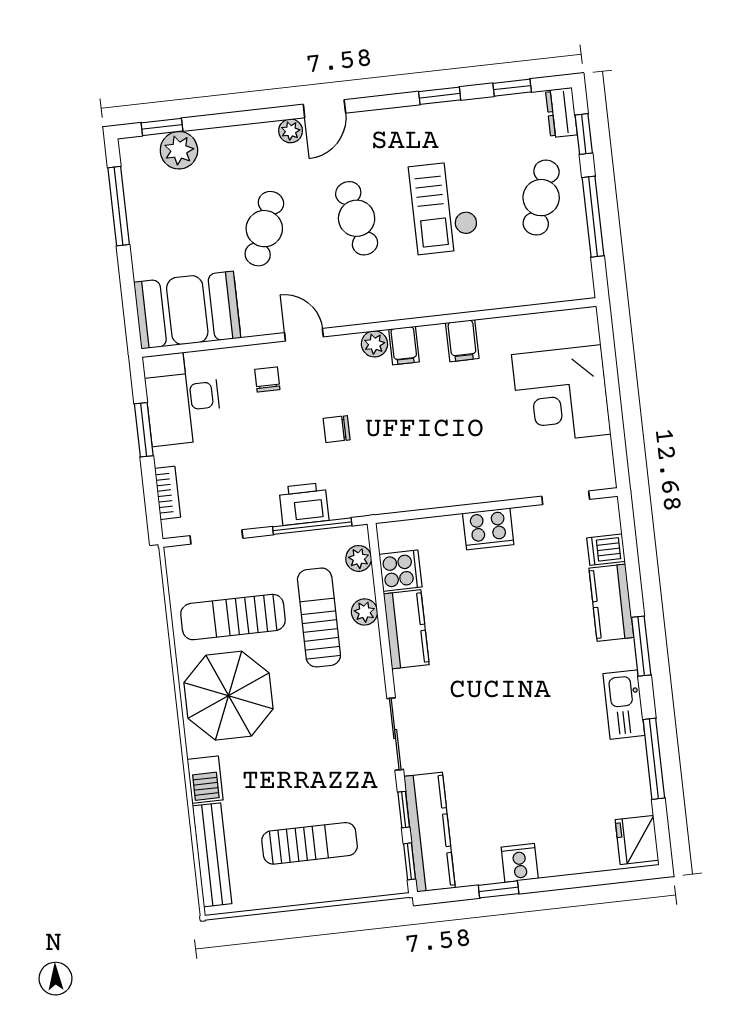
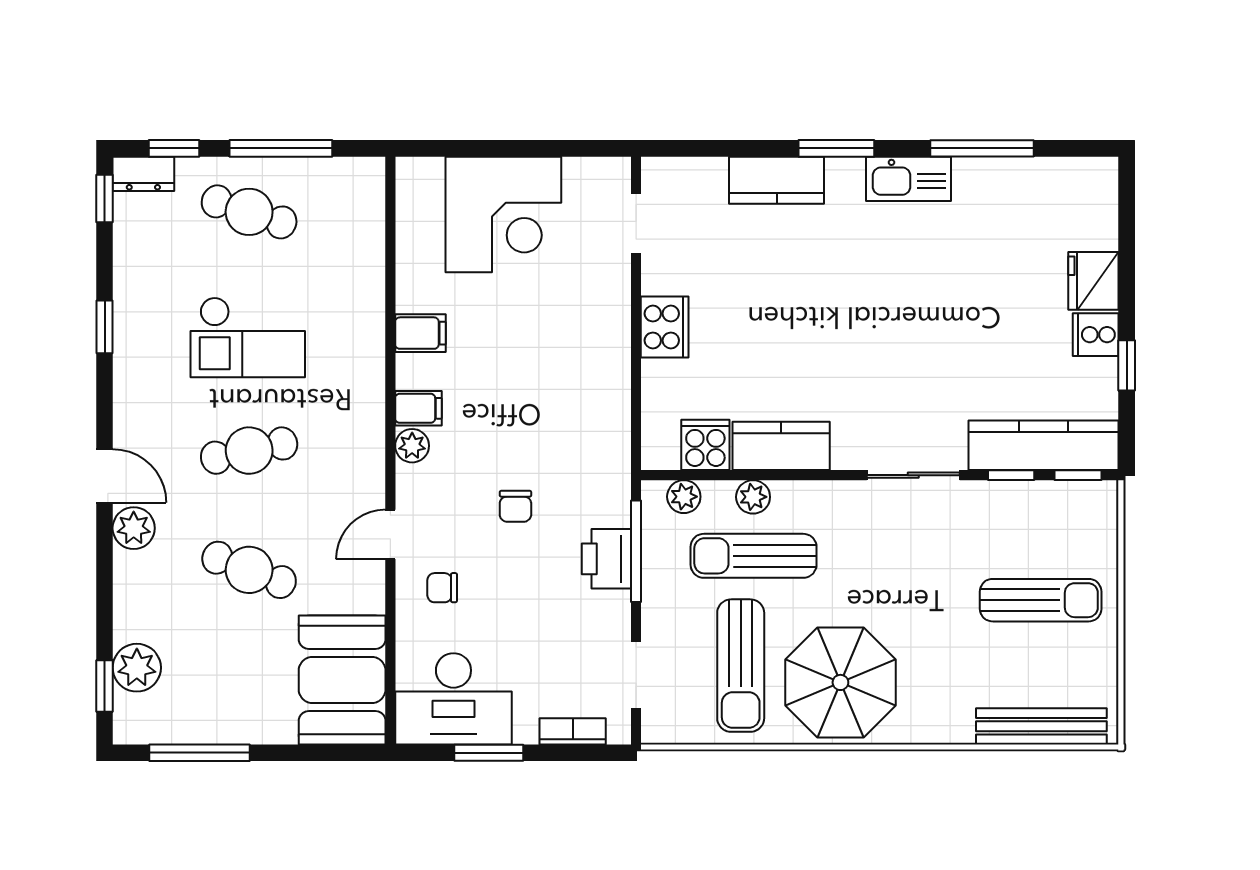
window: (512, 88) -> (105, 198), moved
plant: (291, 131) -> (134, 528), width x1.38, depth x1.38
dishwasher: (606, 550) -> (708, 179), removed
barbecue: (205, 780) -> (944, 724), removed
fridge: (637, 840) -> (1093, 281), moved, turned 90
sun lounger: (310, 843) -> (1041, 600), turned 90

